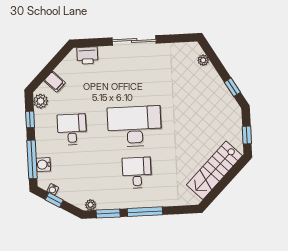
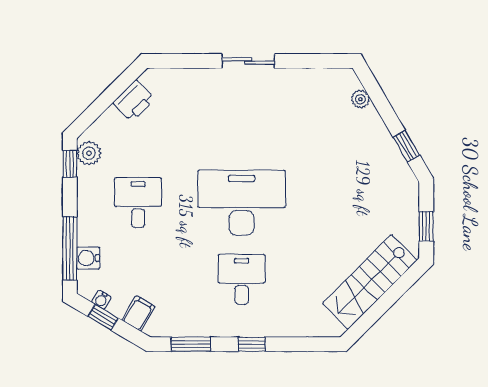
sliding door: (134, 40) -> (248, 61), width x0.73
printer: (87, 55) -> (134, 101), moved, turned -45
filing cabinet: (55, 82) -> (138, 313), moved, turned -104
window: (30, 119) -> (70, 164), moved
plant: (91, 205) -> (163, 328), removed
window: (145, 212) -> (252, 344), width x0.46

